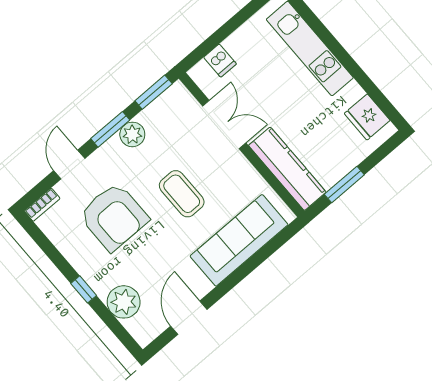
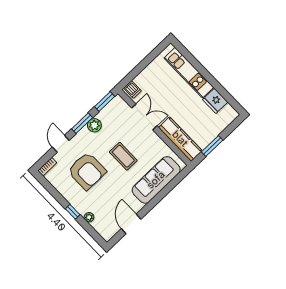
dishwasher: (220, 61) -> (132, 89), moved
fridge: (367, 117) -> (215, 101), moved
plant: (124, 302) -> (89, 217), width x0.53, depth x0.53

